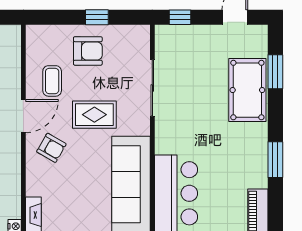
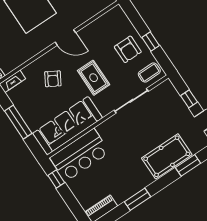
window: (180, 17) -> (189, 99), moved
coffee table: (52, 81) -> (149, 73), moved
armchair: (51, 148) -> (53, 79), moved

